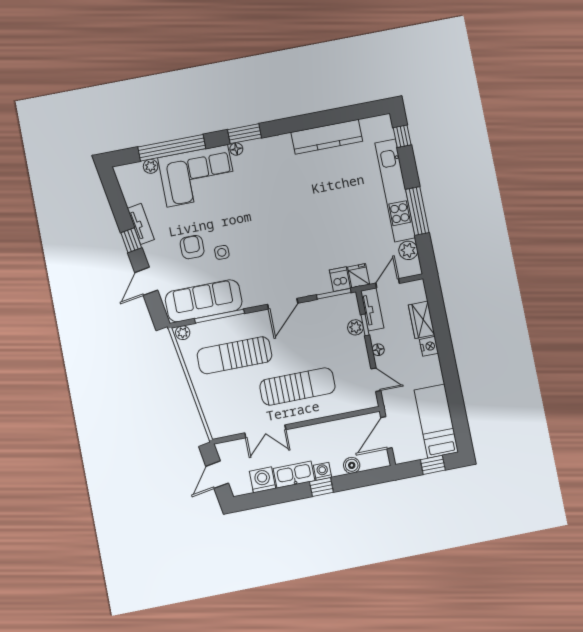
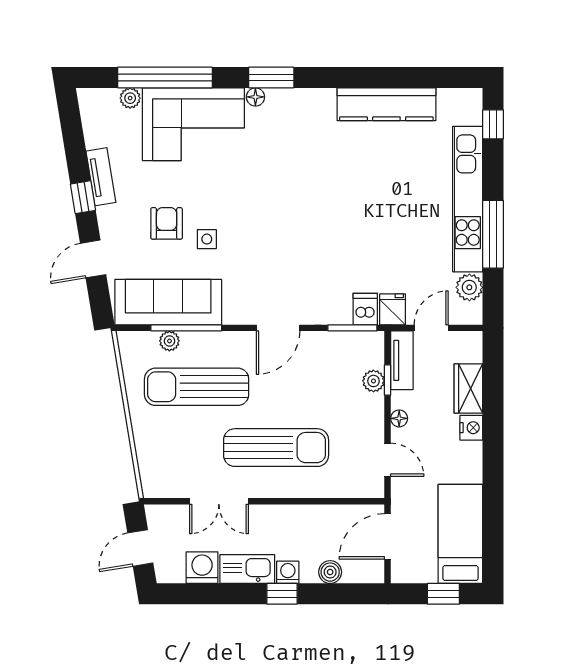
plant: (183, 333) -> (169, 341), moved

